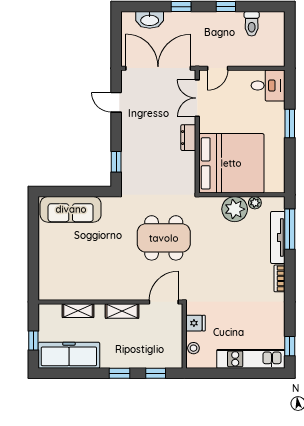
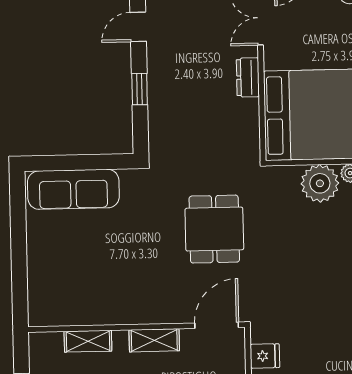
door: (116, 102) -> (138, 27), hinge flipped
window: (116, 162) -> (140, 89), moved
dining table: (164, 238) -> (214, 229), width x0.73

